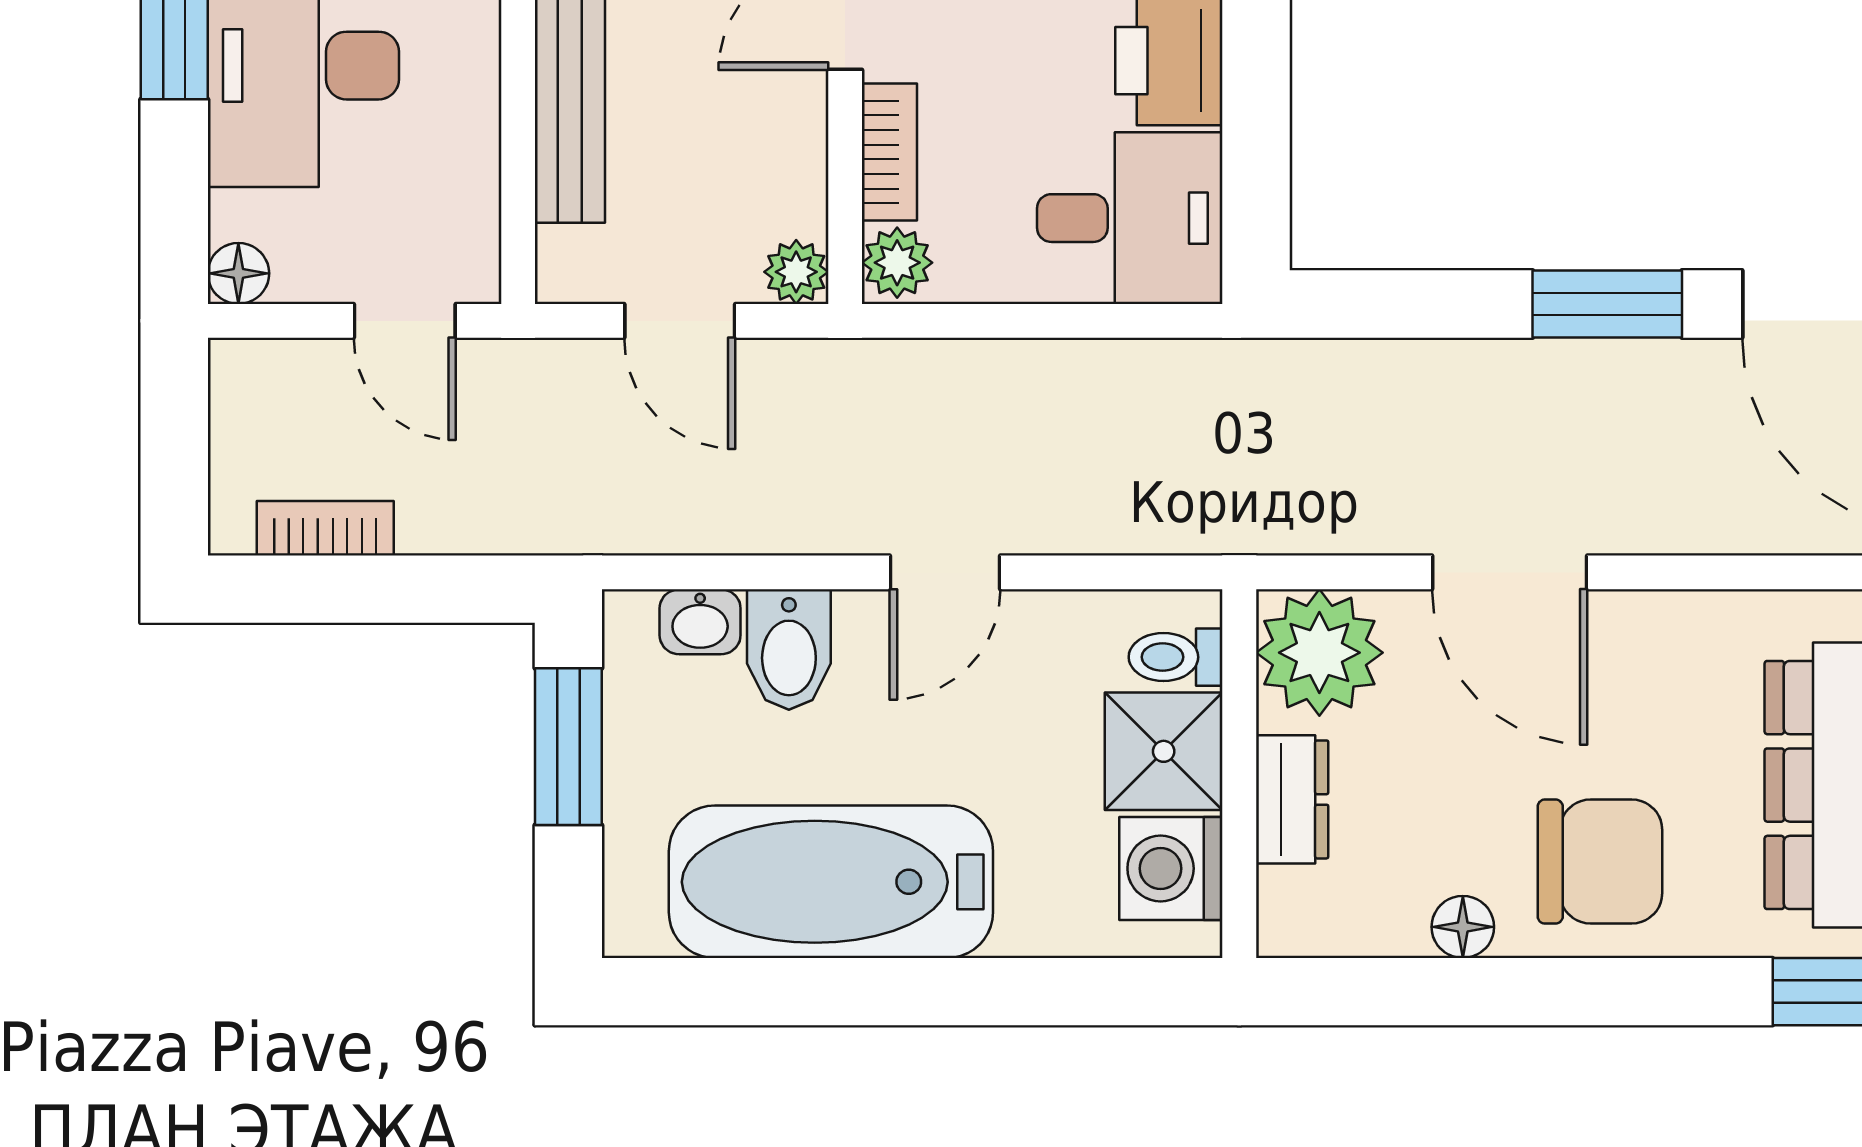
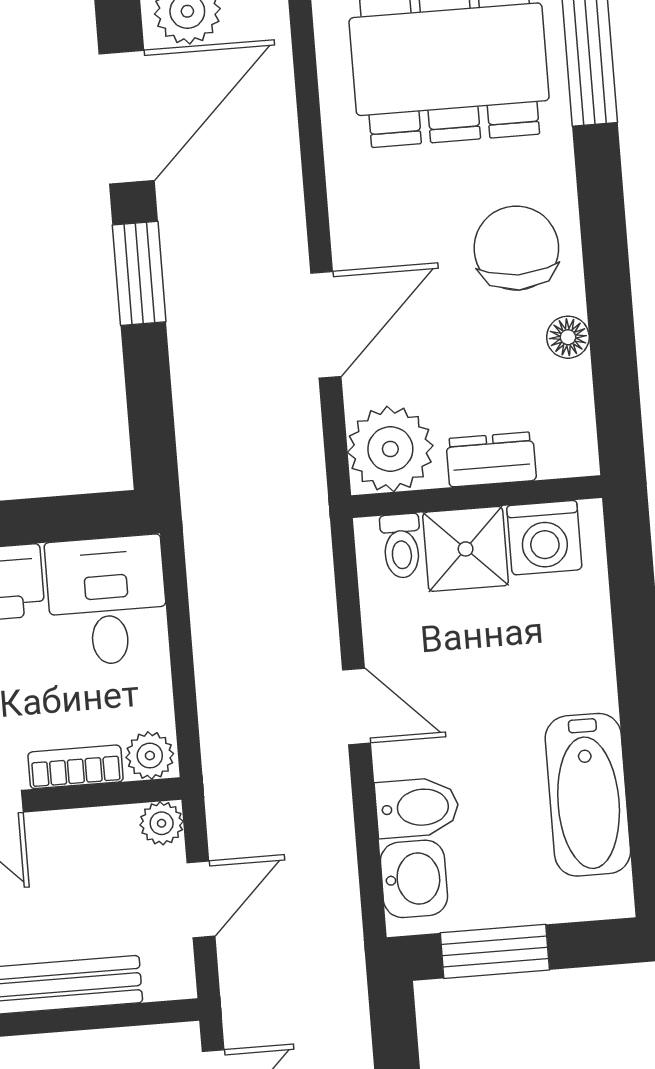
washbasin: (700, 622) -> (414, 879), width x1.38, depth x1.45
bathtub: (831, 882) -> (588, 795), width x0.73, depth x0.73

